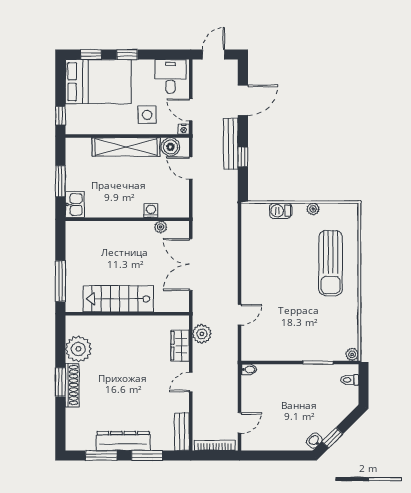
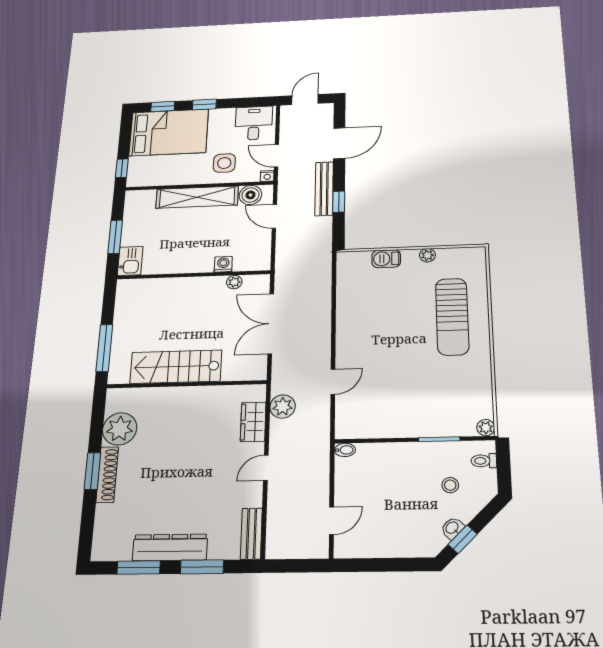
stool: (325, 398) -> (450, 485), added
washbasin: (314, 441) -> (452, 528), moved
bookcase: (215, 445) -> (296, 552), removed

